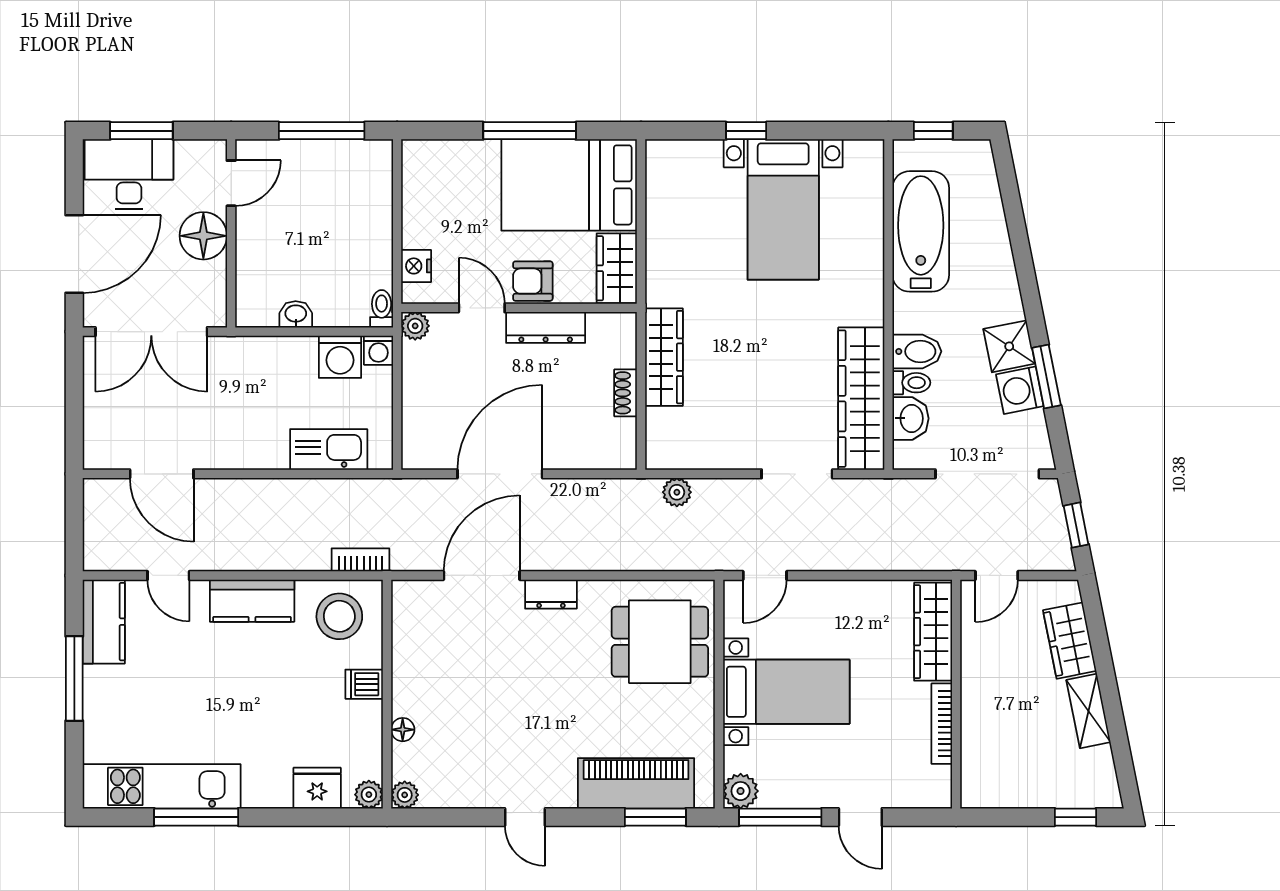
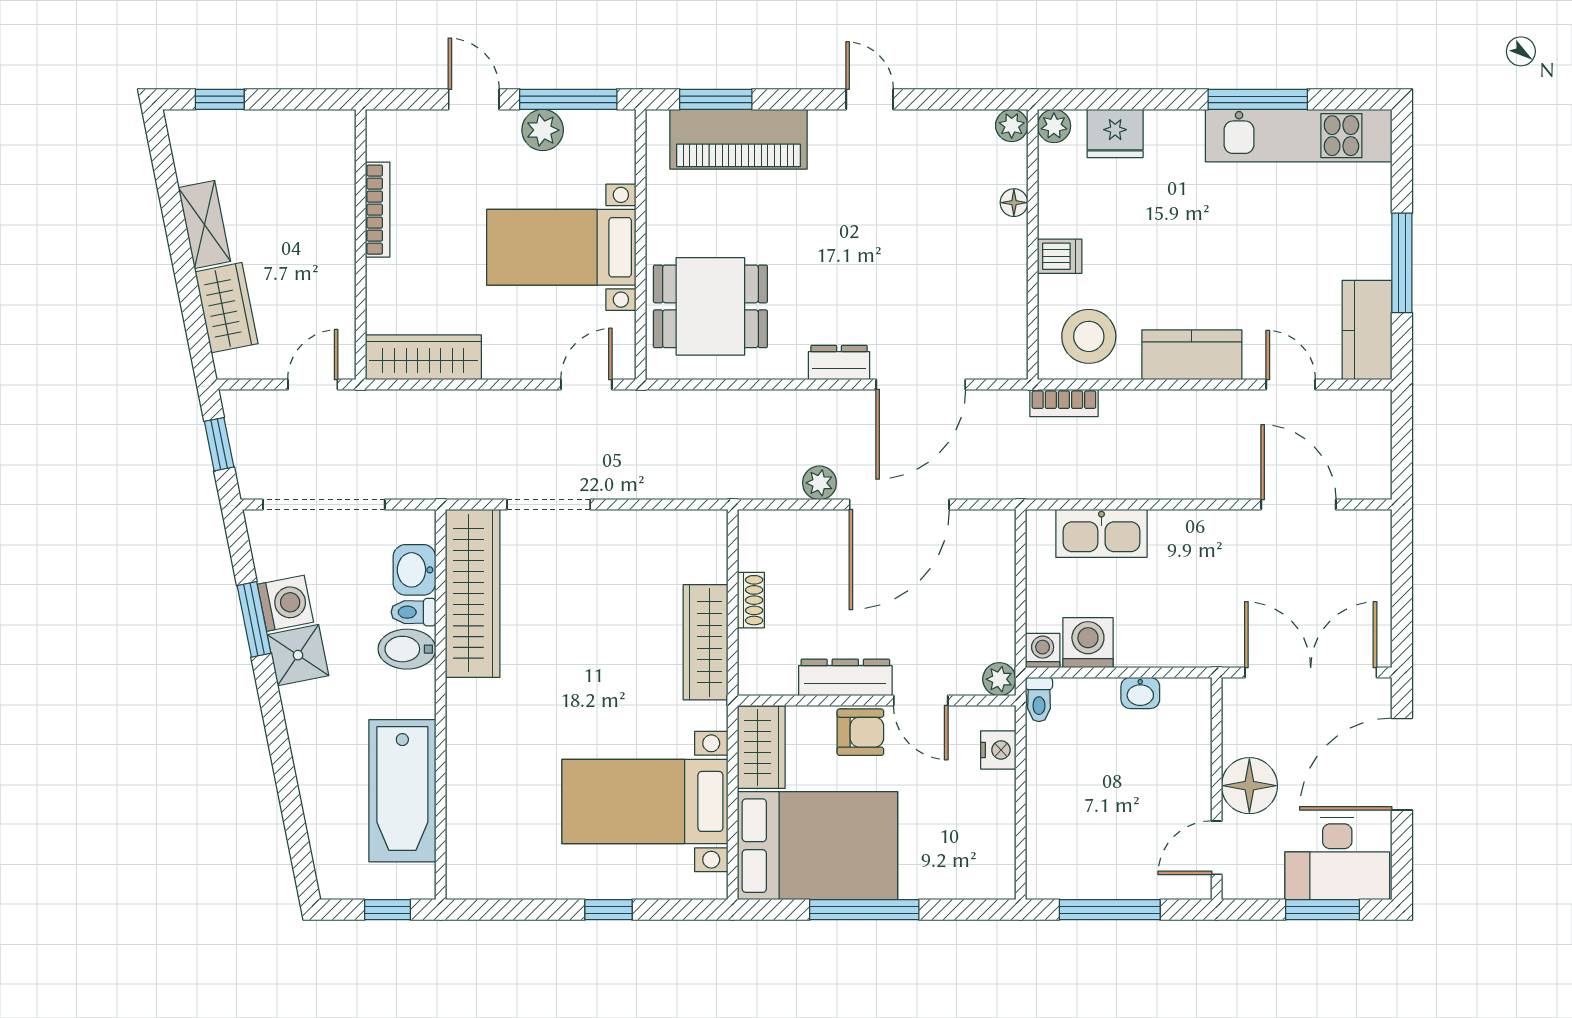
bed with nightstands: (783, 209) -> (645, 801), moved, turned -90
plant: (677, 492) -> (819, 483), moved
wardrobe: (933, 632) -> (423, 357), moved, turned -90
plant: (741, 791) -> (543, 130), moved

